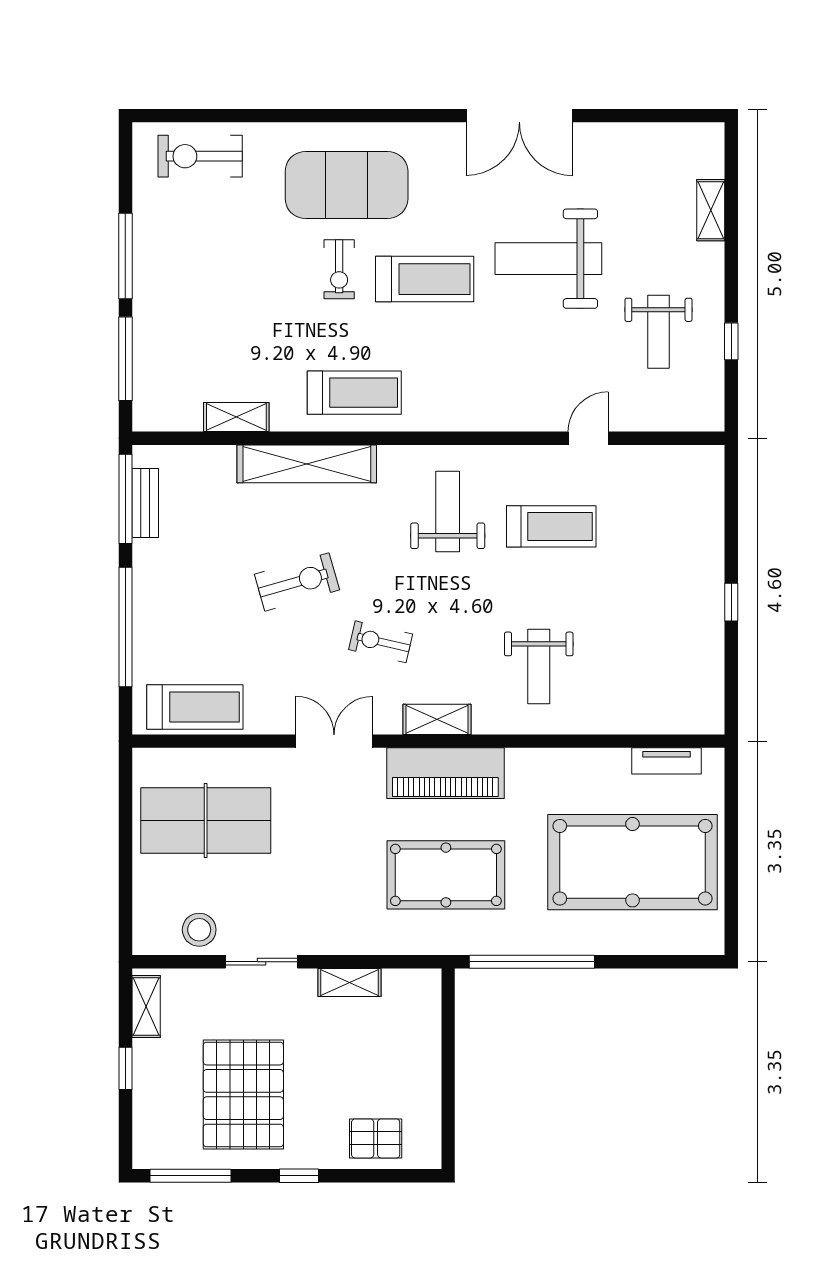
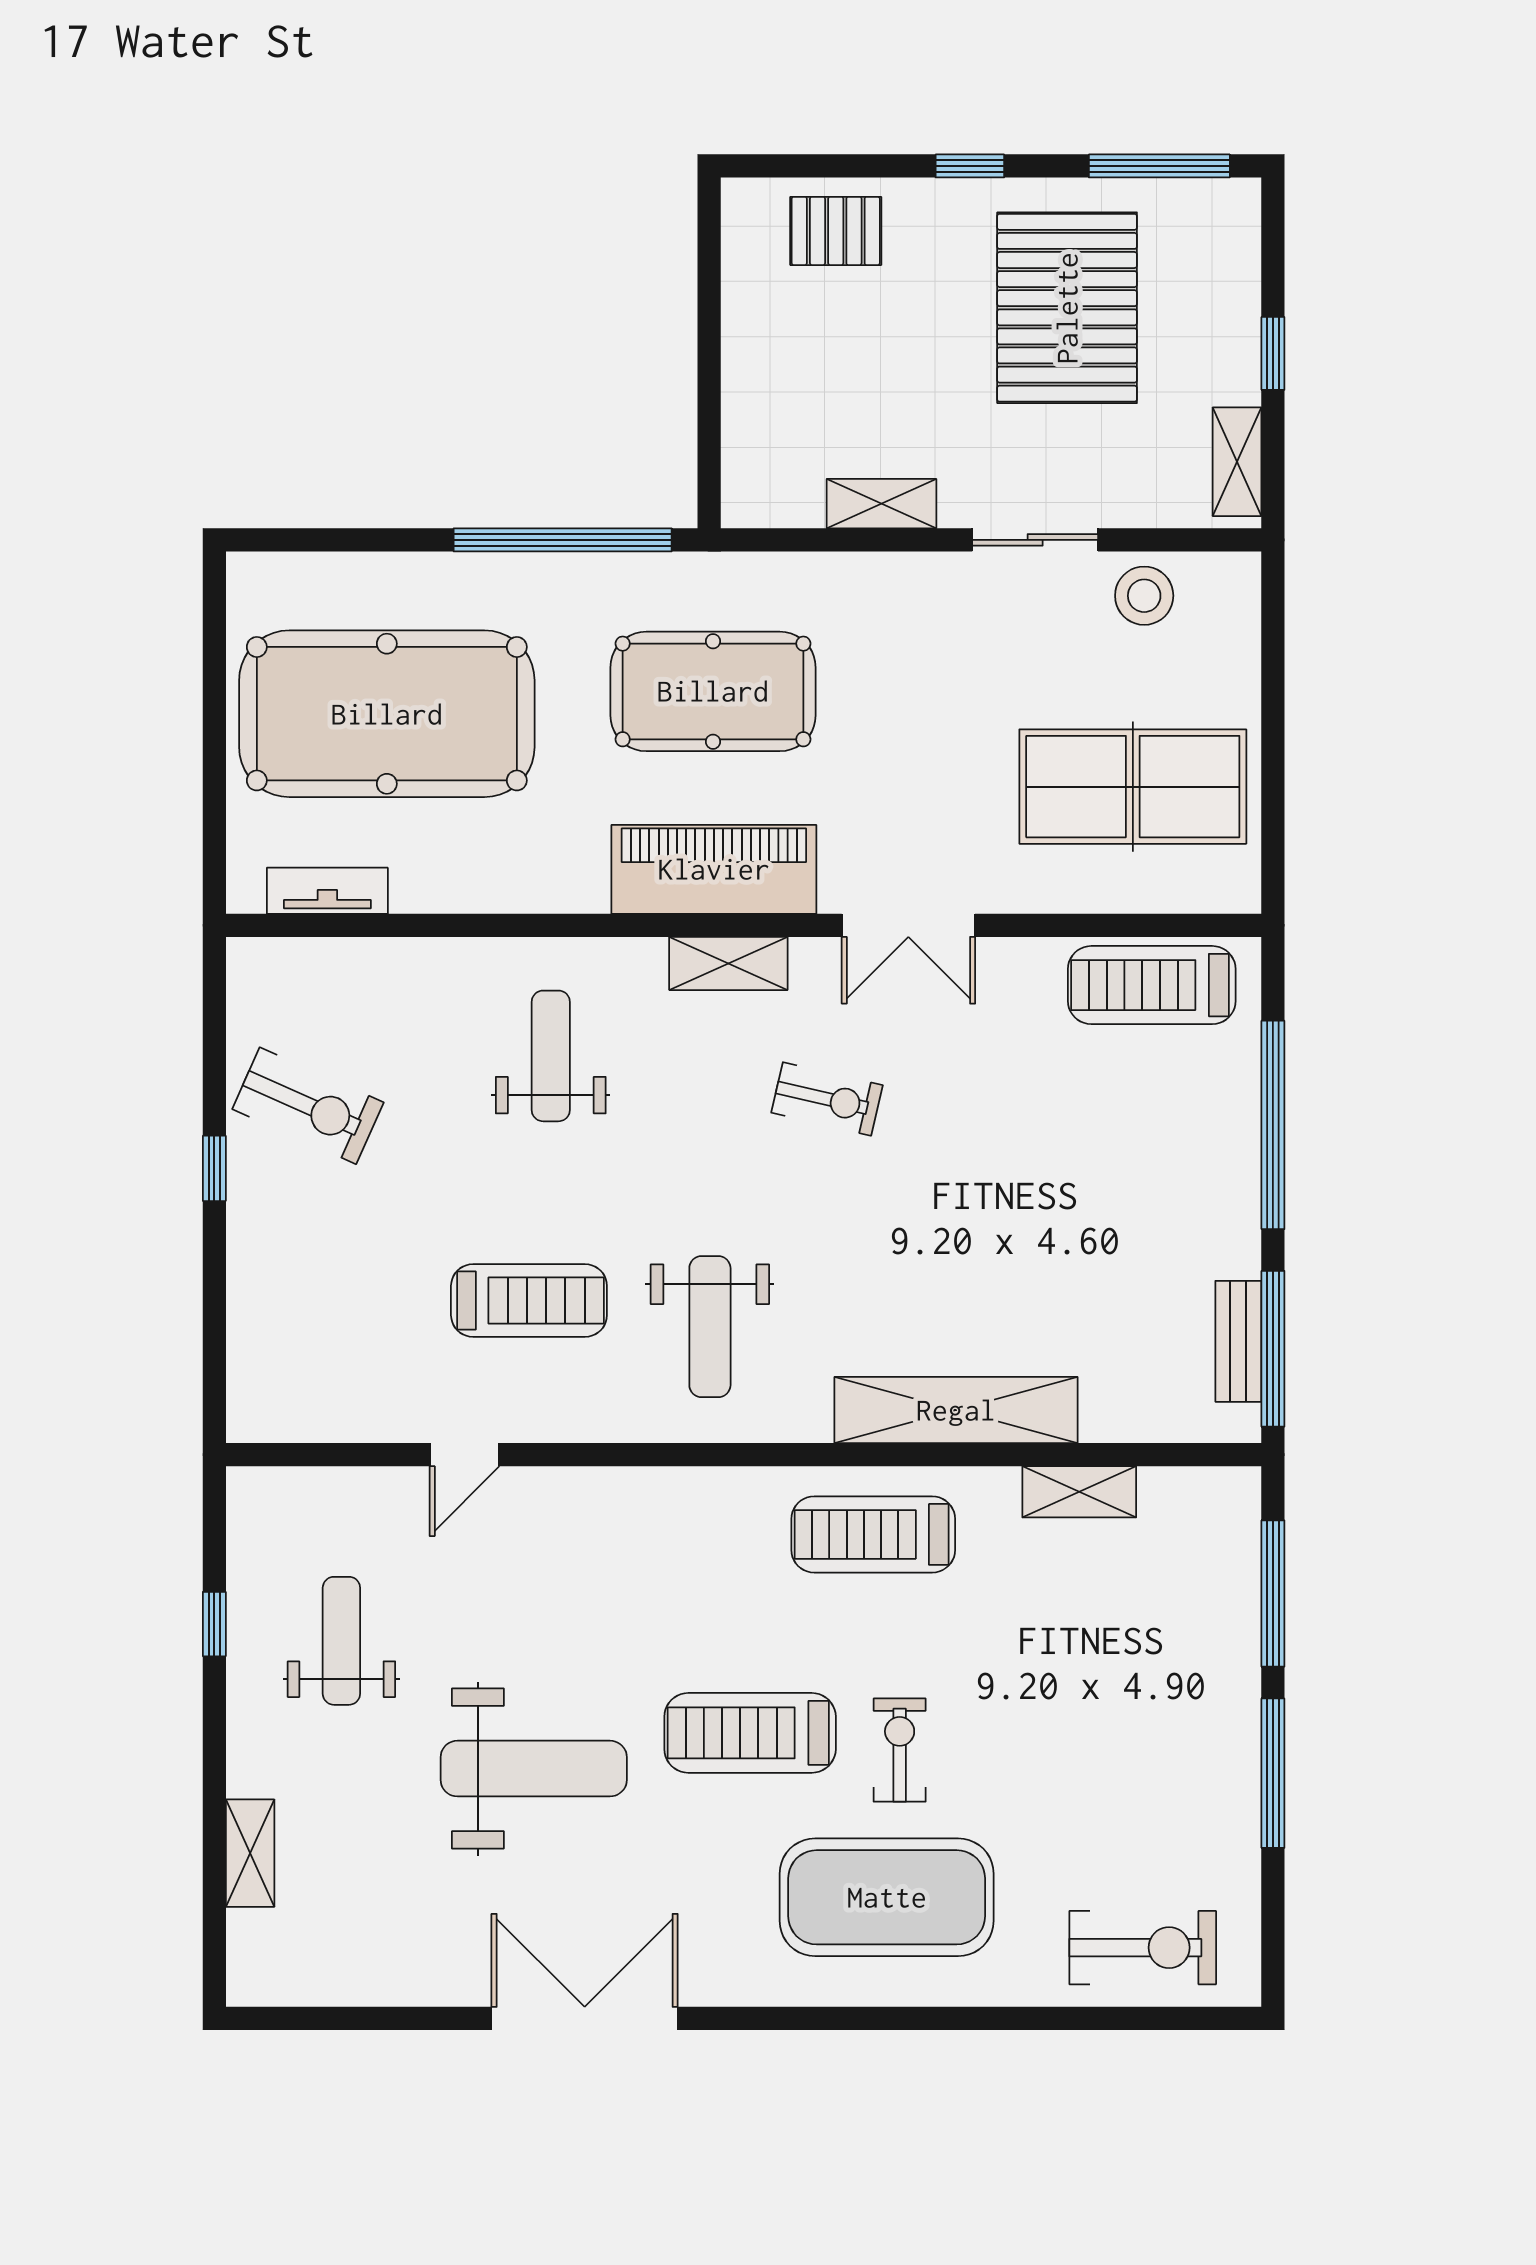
treadmill: (551, 526) -> (529, 1300), turned 180
exercise bike: (297, 582) -> (308, 1106), moved, turned -140

